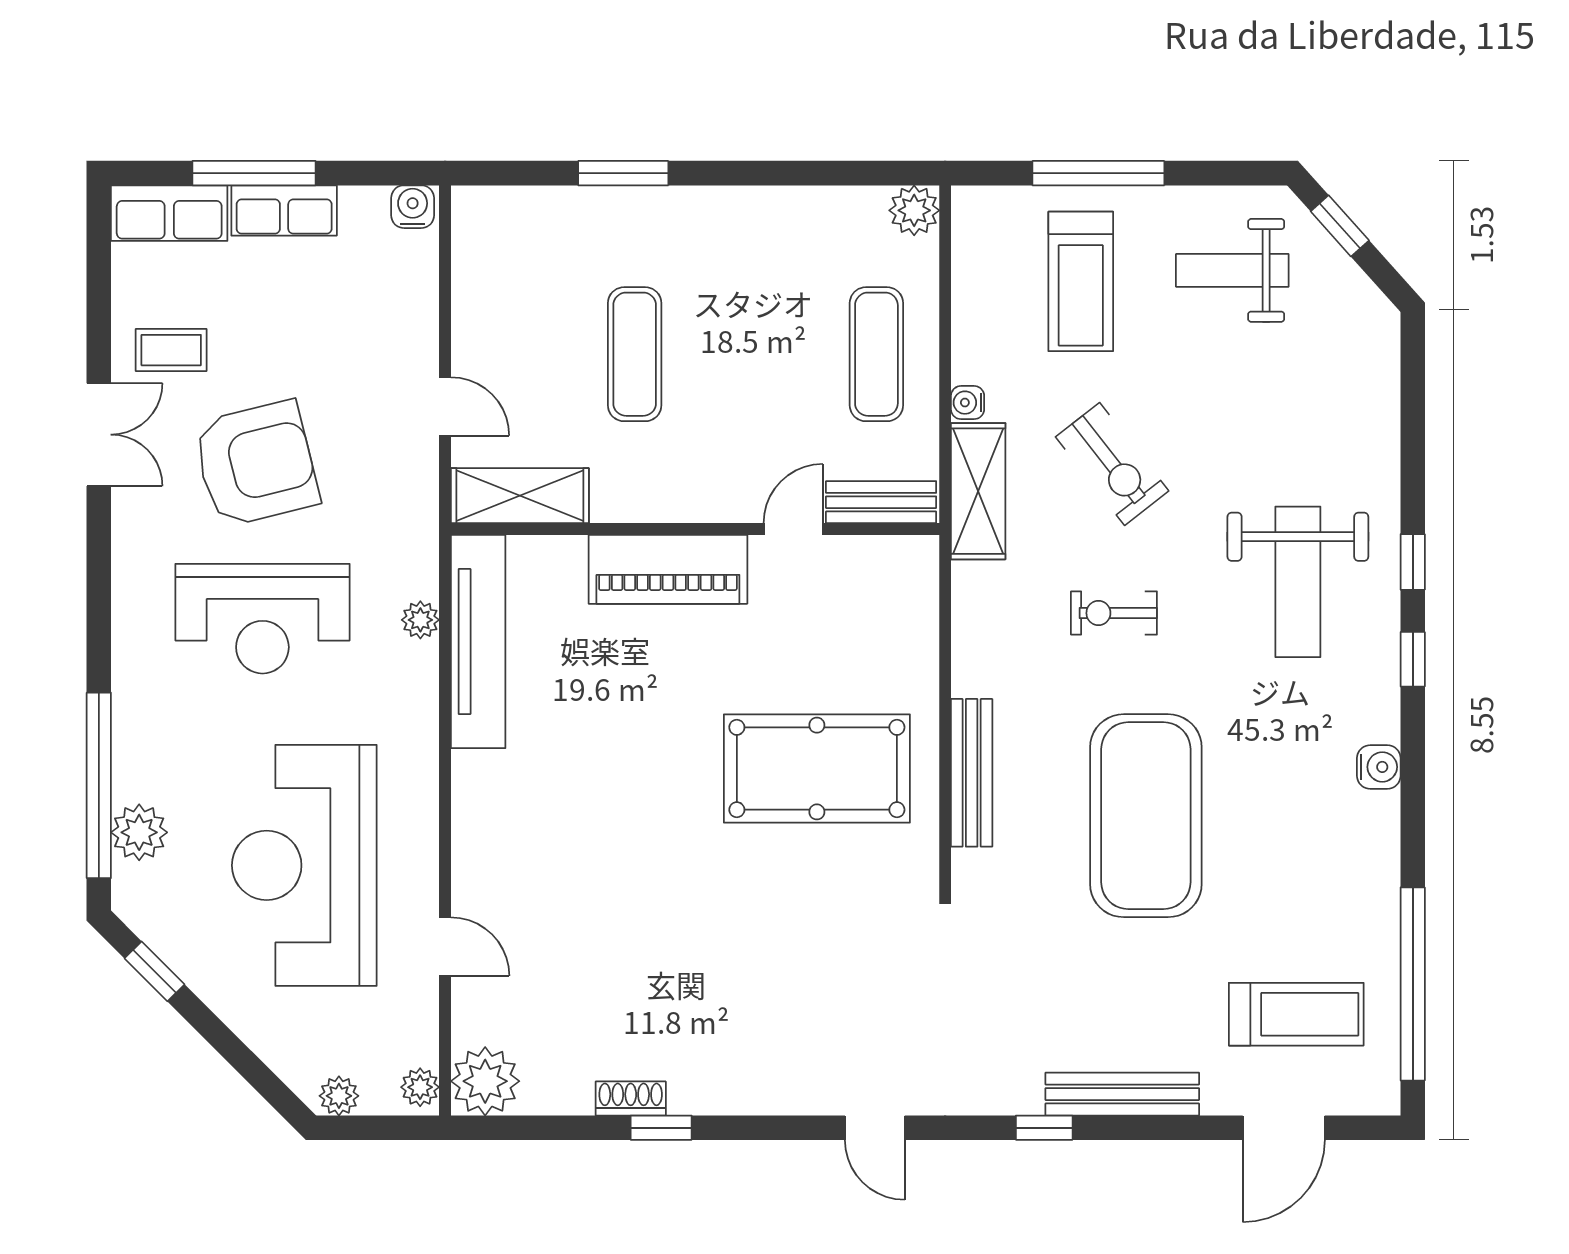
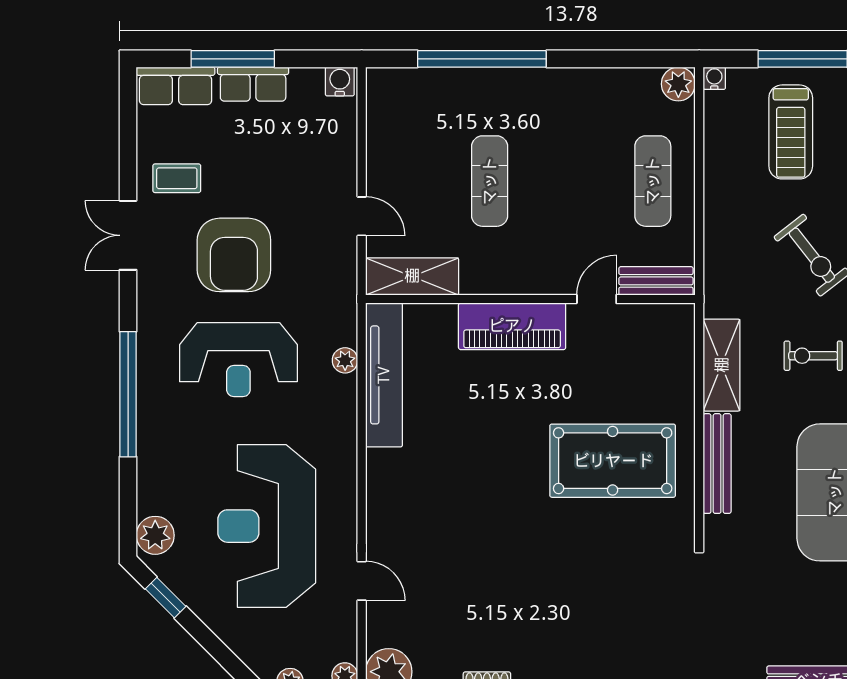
window: (623, 173) -> (482, 59), width x2.11
water cooler: (968, 403) -> (714, 78), moved, turned 90
double door: (99, 435) -> (128, 235), swing flipped
armchair: (256, 464) -> (234, 255), turned 104
shelving: (978, 491) -> (722, 365), moved
window: (99, 785) -> (128, 394), moved
plant: (139, 832) -> (155, 535), moved

